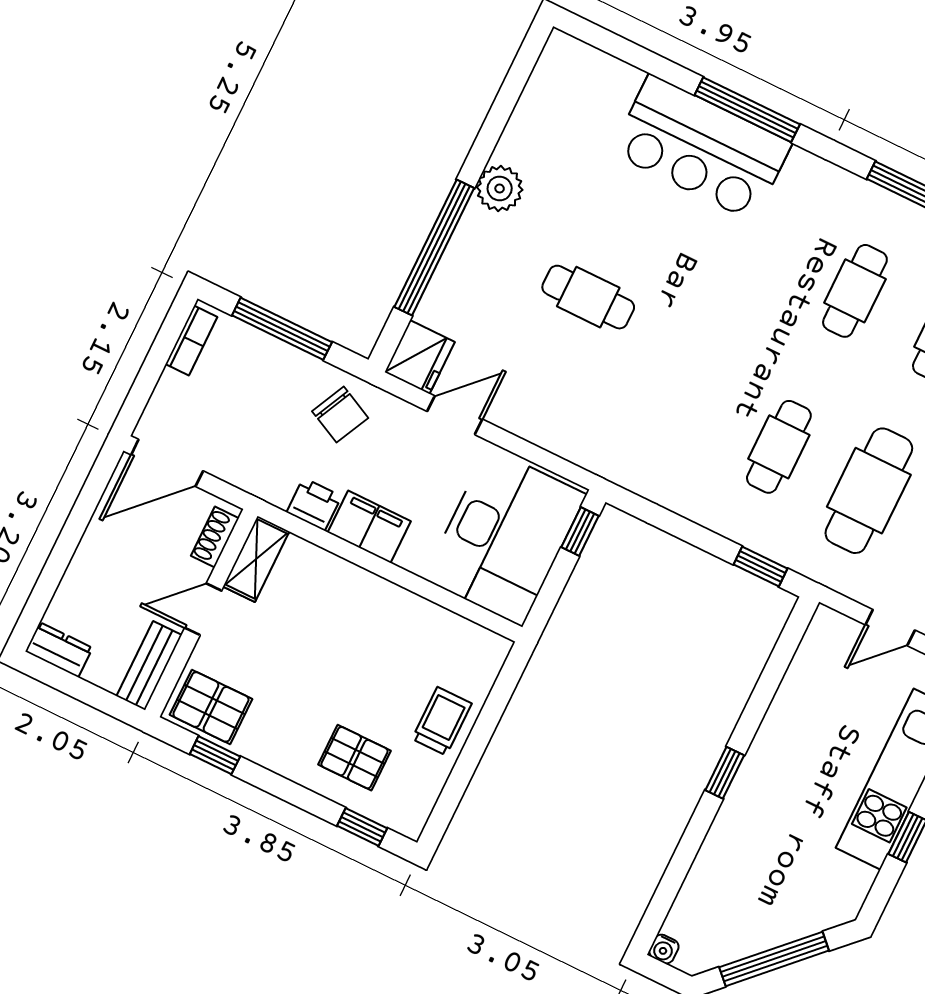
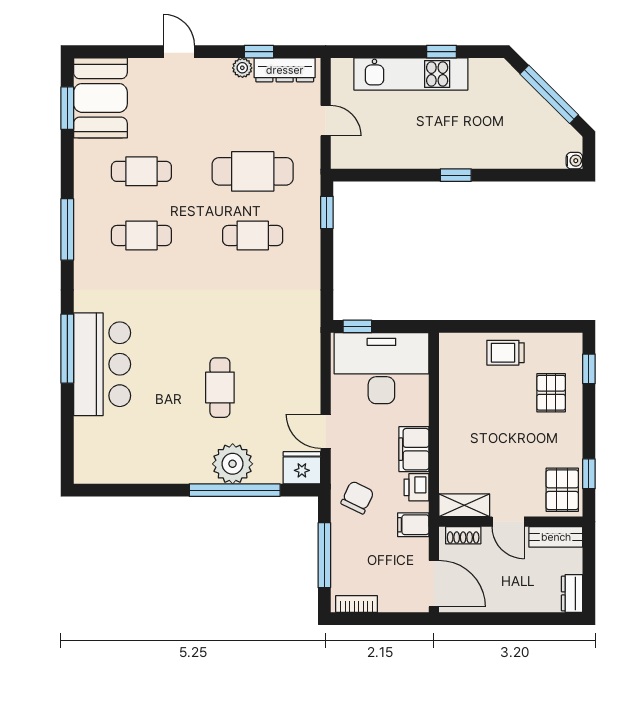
plant: (500, 188) -> (233, 464), moved, width x1.36, depth x1.36
filing cabinet: (264, 474) -> (413, 525), added

